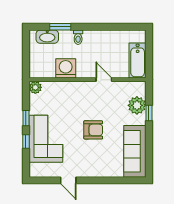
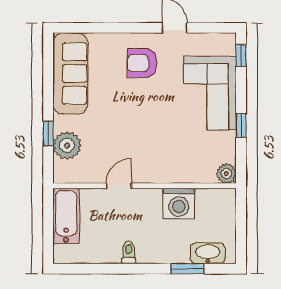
toilet: (78, 37) -> (129, 252), moved
door: (104, 80) -> (119, 186), swing flipped
armchair: (93, 130) -> (142, 63), moved
window: (26, 142) -> (241, 56), moved

